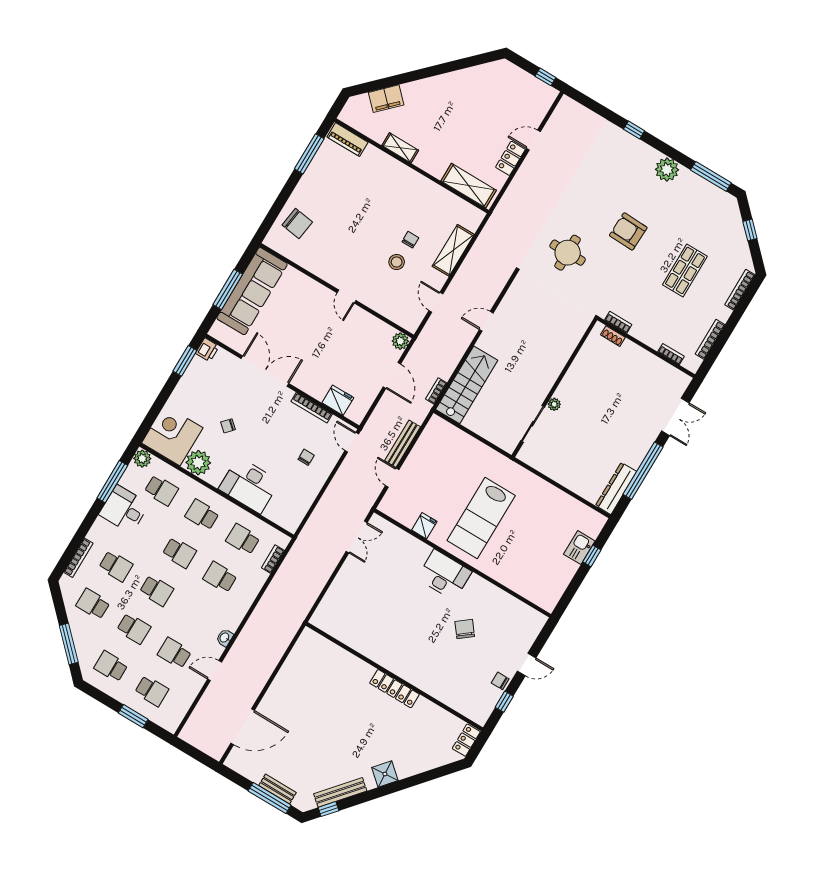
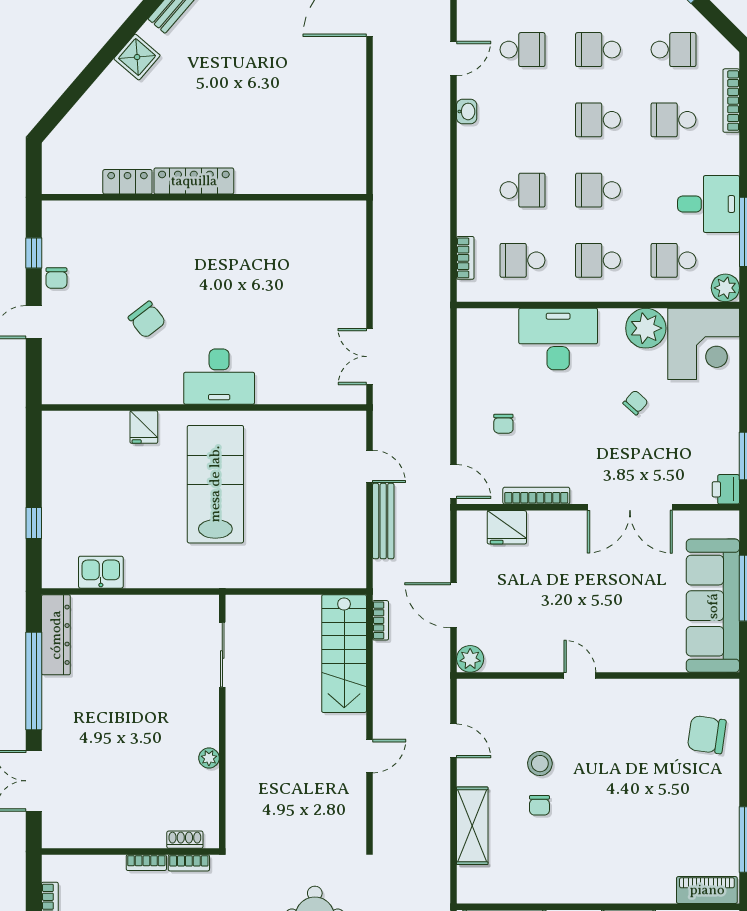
bookcase: (671, 354) -> (146, 863), moved
plant: (554, 404) -> (209, 758), moved
school desk: (202, 515) -> (598, 260), turned 180
fridge: (424, 526) -> (144, 427), moved
school desk: (243, 539) -> (523, 260), turned 180
kitchen sink: (579, 548) -> (101, 572), moved, turned -90
chair: (500, 681) -> (56, 278), turned 90
locker: (466, 740) -> (127, 182), moved, turned -90

